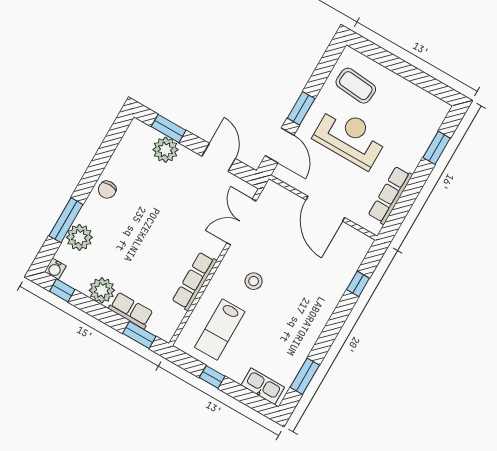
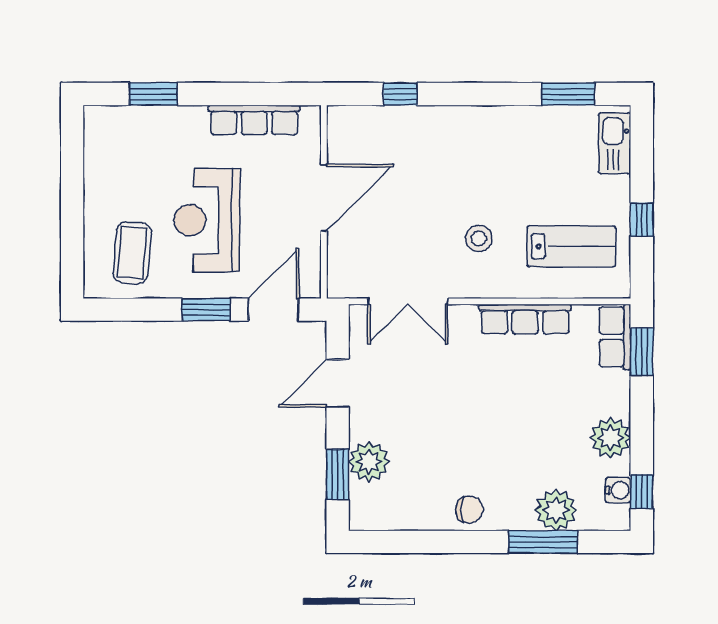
water cooler: (55, 269) -> (618, 490), moved
row of seats: (131, 310) -> (615, 337), moved

